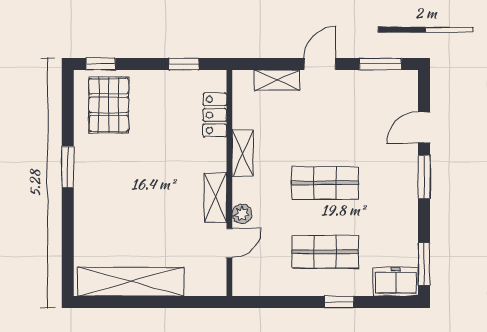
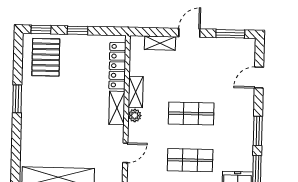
window: (184, 64) -> (78, 30), moved
locker: (215, 115) -> (117, 66), width x1.53
window: (424, 177) -> (258, 131), moved
shelving: (215, 198) -> (117, 108), moved
plant: (242, 214) -> (135, 115), moved

